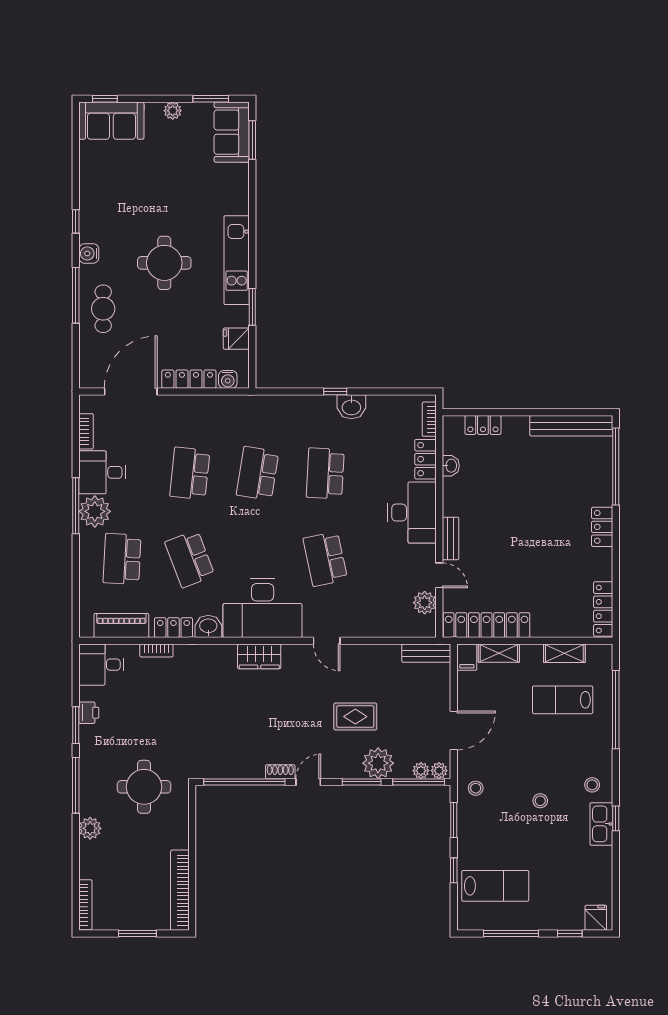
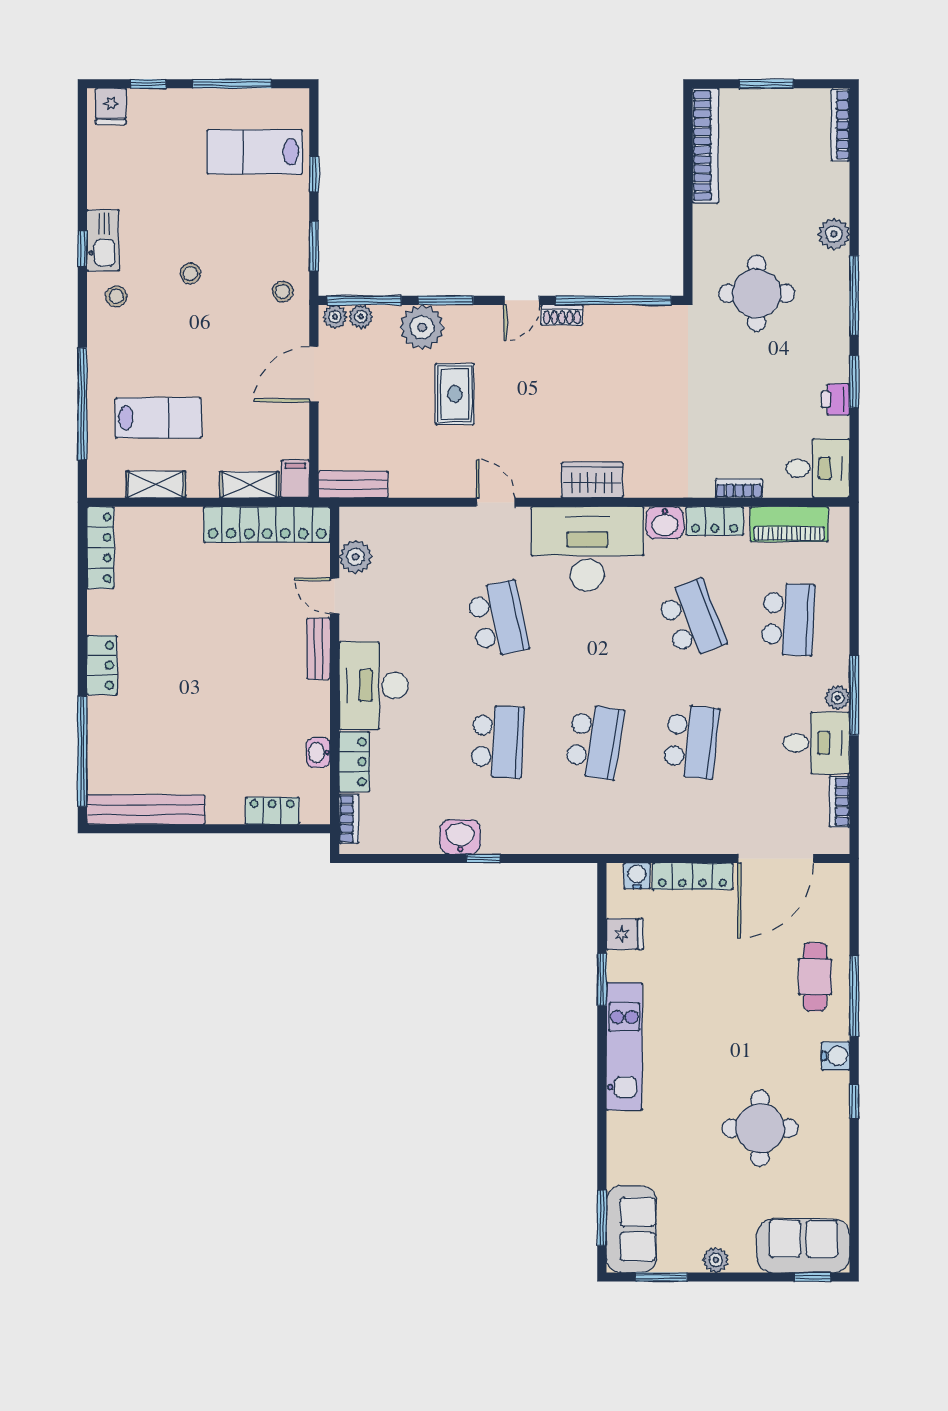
round table: (164, 263) -> (760, 1128), moved
plant: (95, 511) -> (838, 698), width x0.53, depth x0.53
rug: (355, 717) -> (455, 394), turned 90

